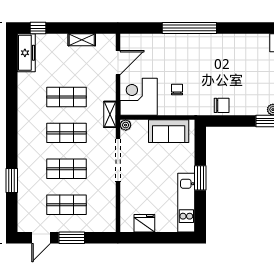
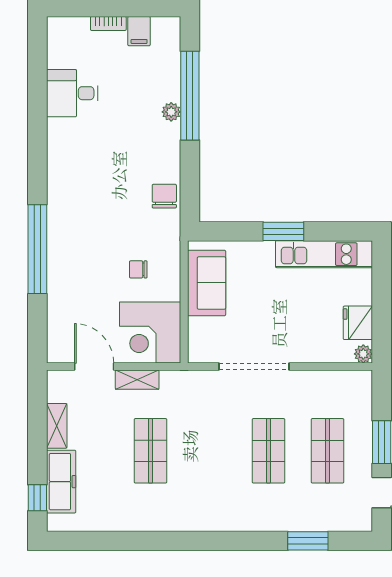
freezer: (26, 53) -> (61, 482), moved, turned 90
shelving: (110, 114) -> (137, 380), moved
plant: (126, 125) -> (363, 354), moved
shop shelf: (67, 133) -> (209, 451), removed
window: (12, 180) -> (308, 541), moved

